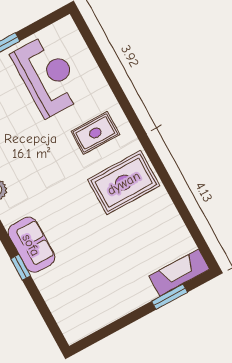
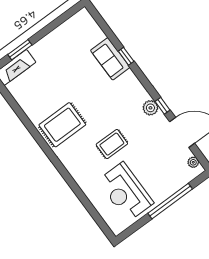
rug: (95, 133) -> (112, 144), moved
sofa: (31, 245) -> (110, 59), moved

